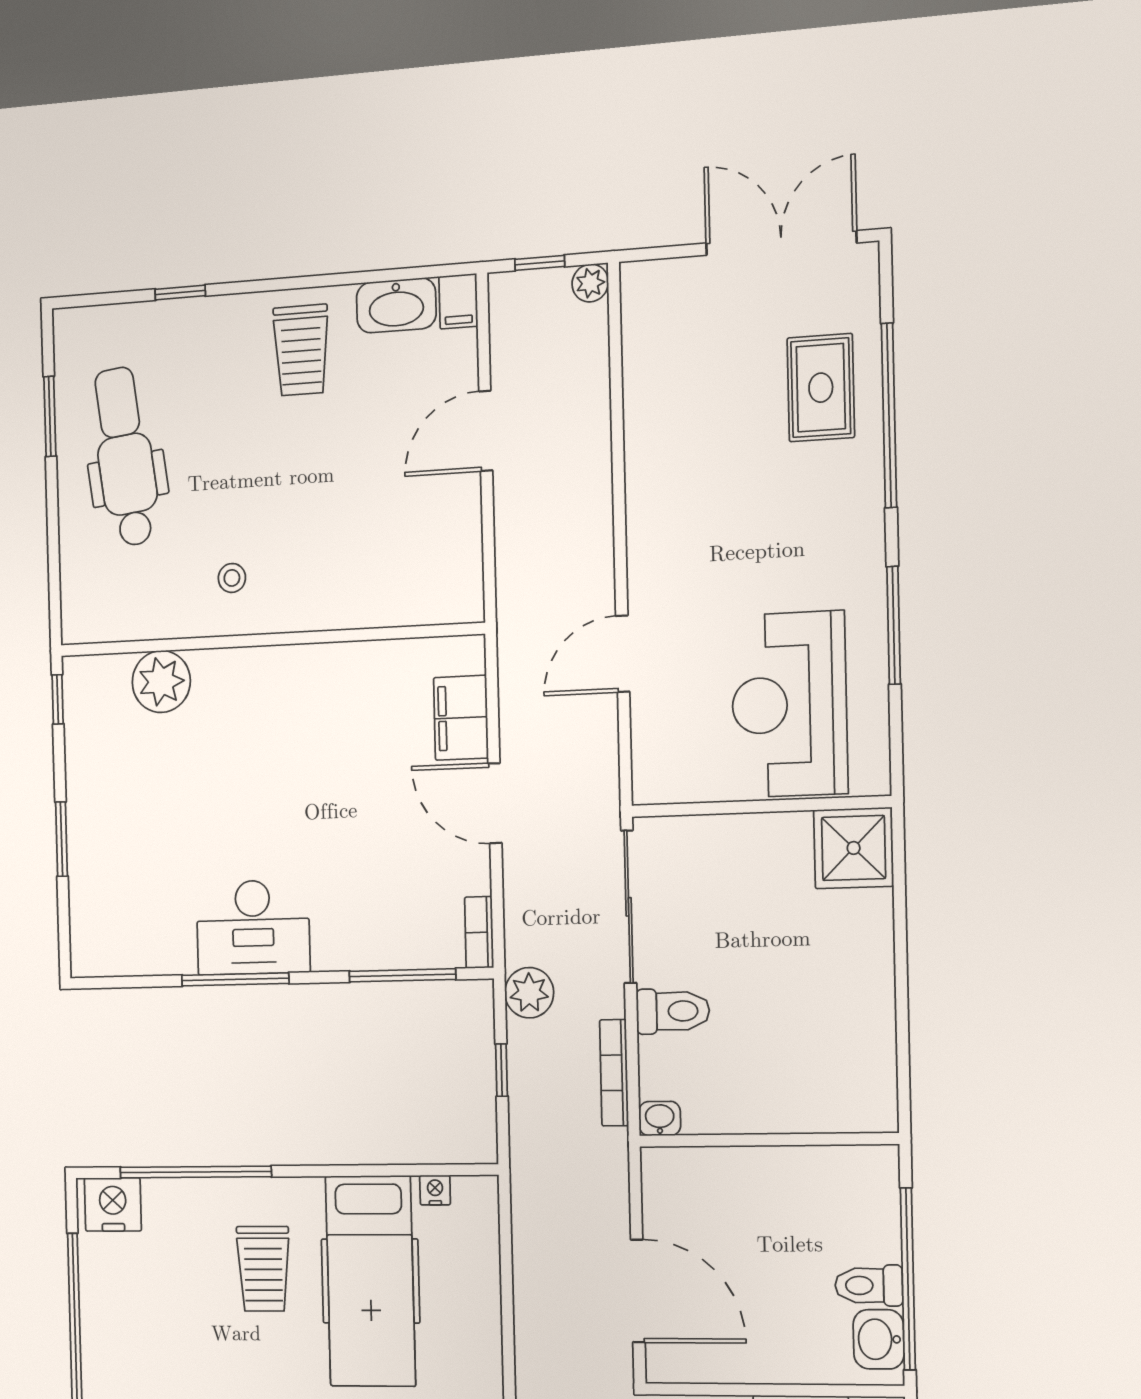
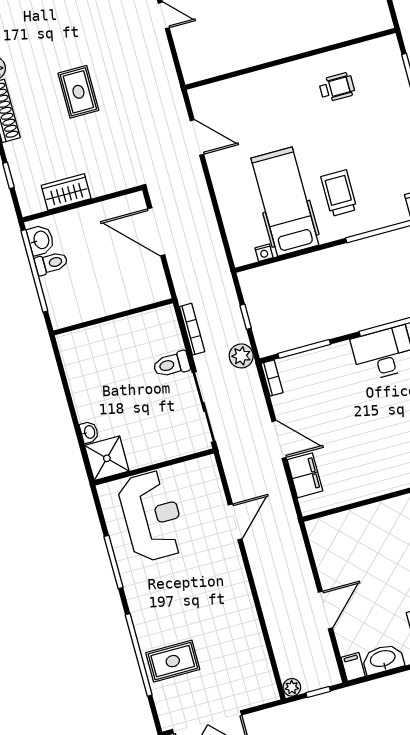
rug: (821, 388) -> (173, 661), turned 90
washbasin: (660, 1119) -> (89, 432), moved, turned -90

